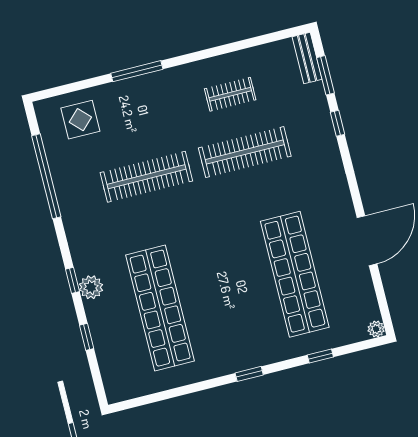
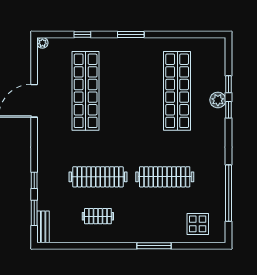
window: (72, 280) -> (229, 110), moved
plant: (91, 287) -> (218, 100), moved
window: (249, 374) -> (131, 34), width x1.50

